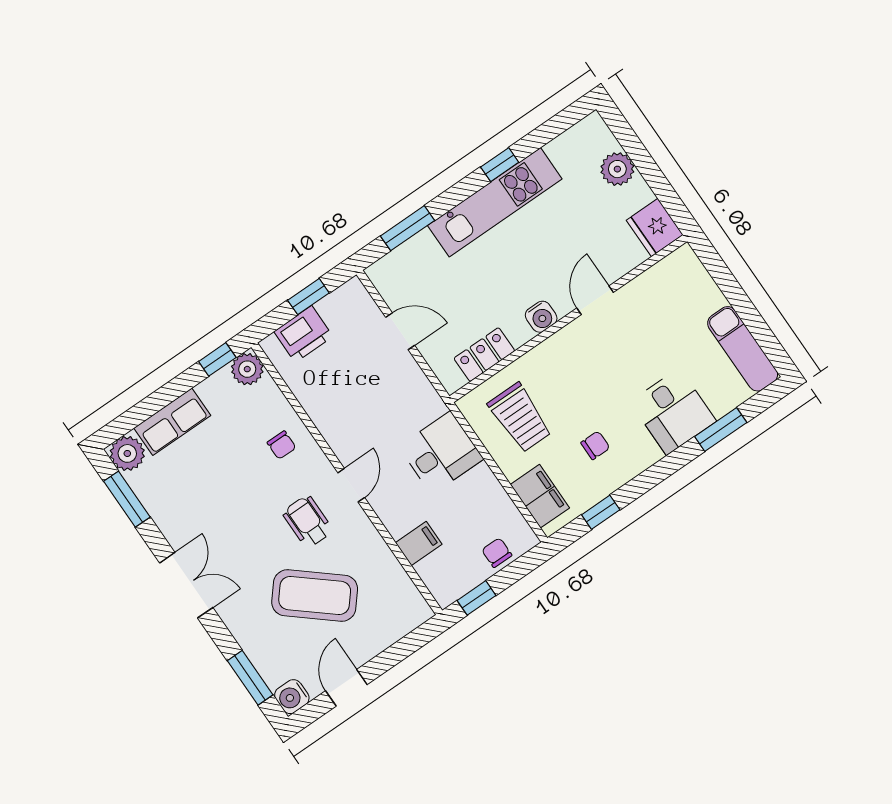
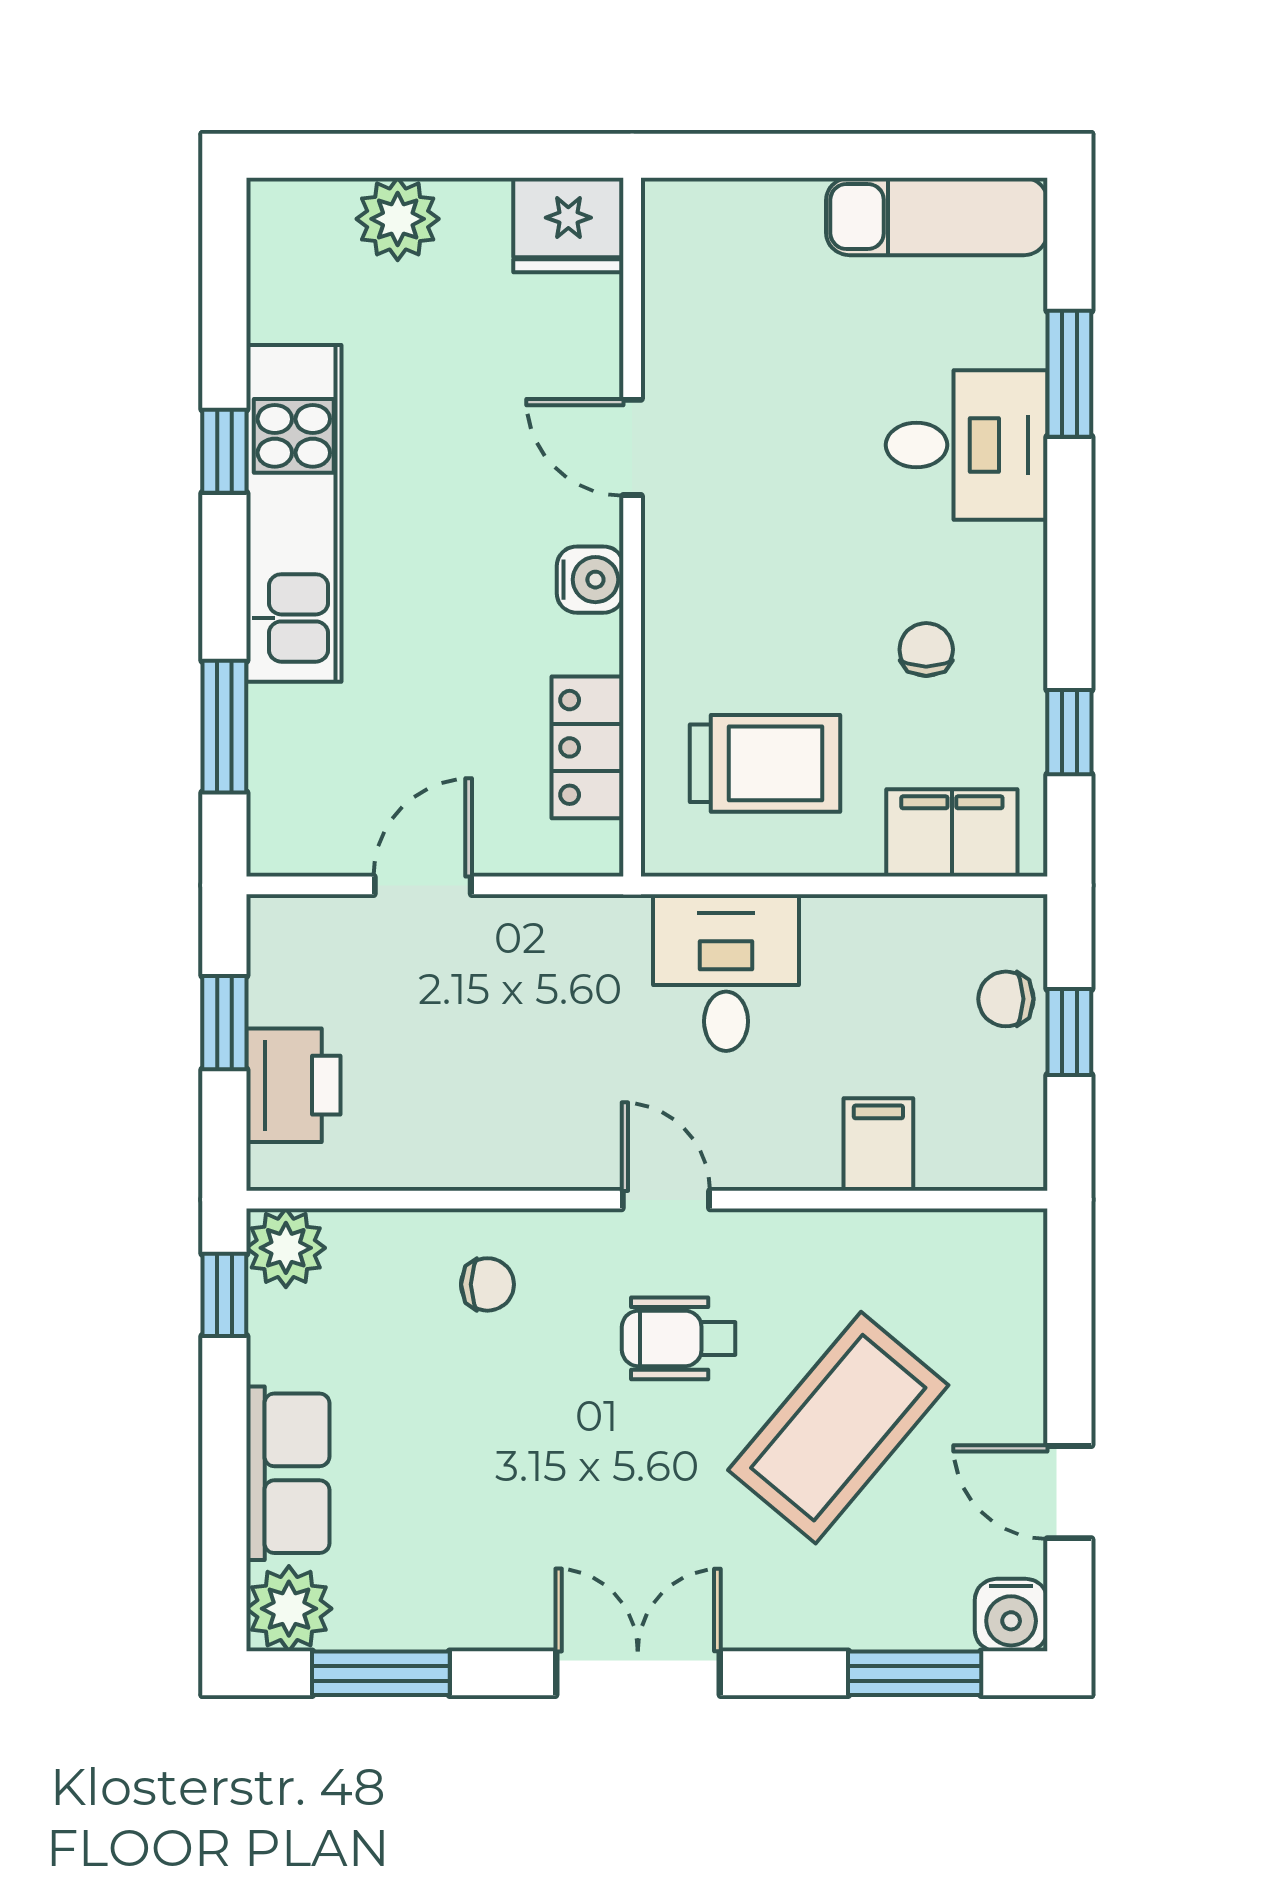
window: (476, 598) -> (1069, 1032), moved

